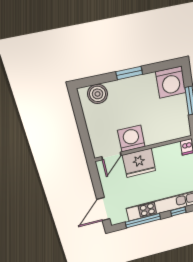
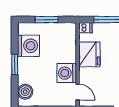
washing machine: (171, 82) -> (28, 46), moved
fridge: (139, 163) -> (89, 54), moved

